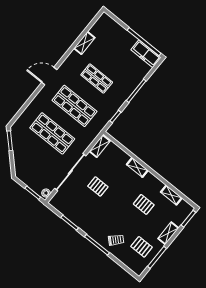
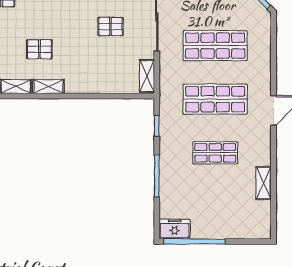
freezer: (146, 54) -> (175, 229), width x0.71
shelving: (137, 167) -> (48, 87), moved

